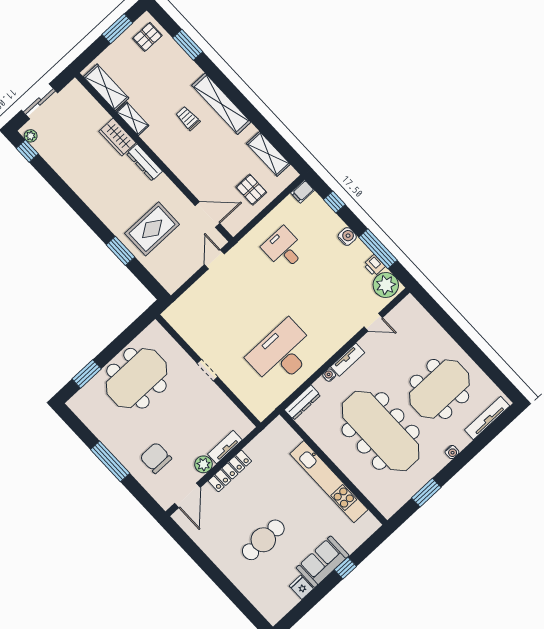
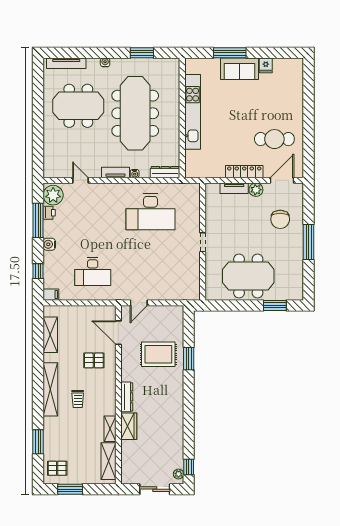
pallet: (251, 190) -> (94, 360), moved, turned 90
desk: (284, 249) -> (93, 272), width x1.37
cafe table: (263, 540) -> (274, 139), moved
window: (345, 568) -> (230, 53), width x2.17

